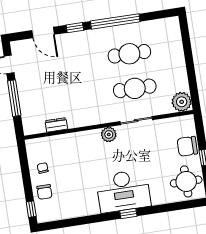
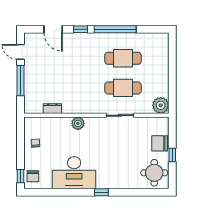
plant: (109, 134) -> (78, 123), moved
desk: (123, 191) -> (74, 173), moved
chair: (44, 192) -> (33, 176), moved

